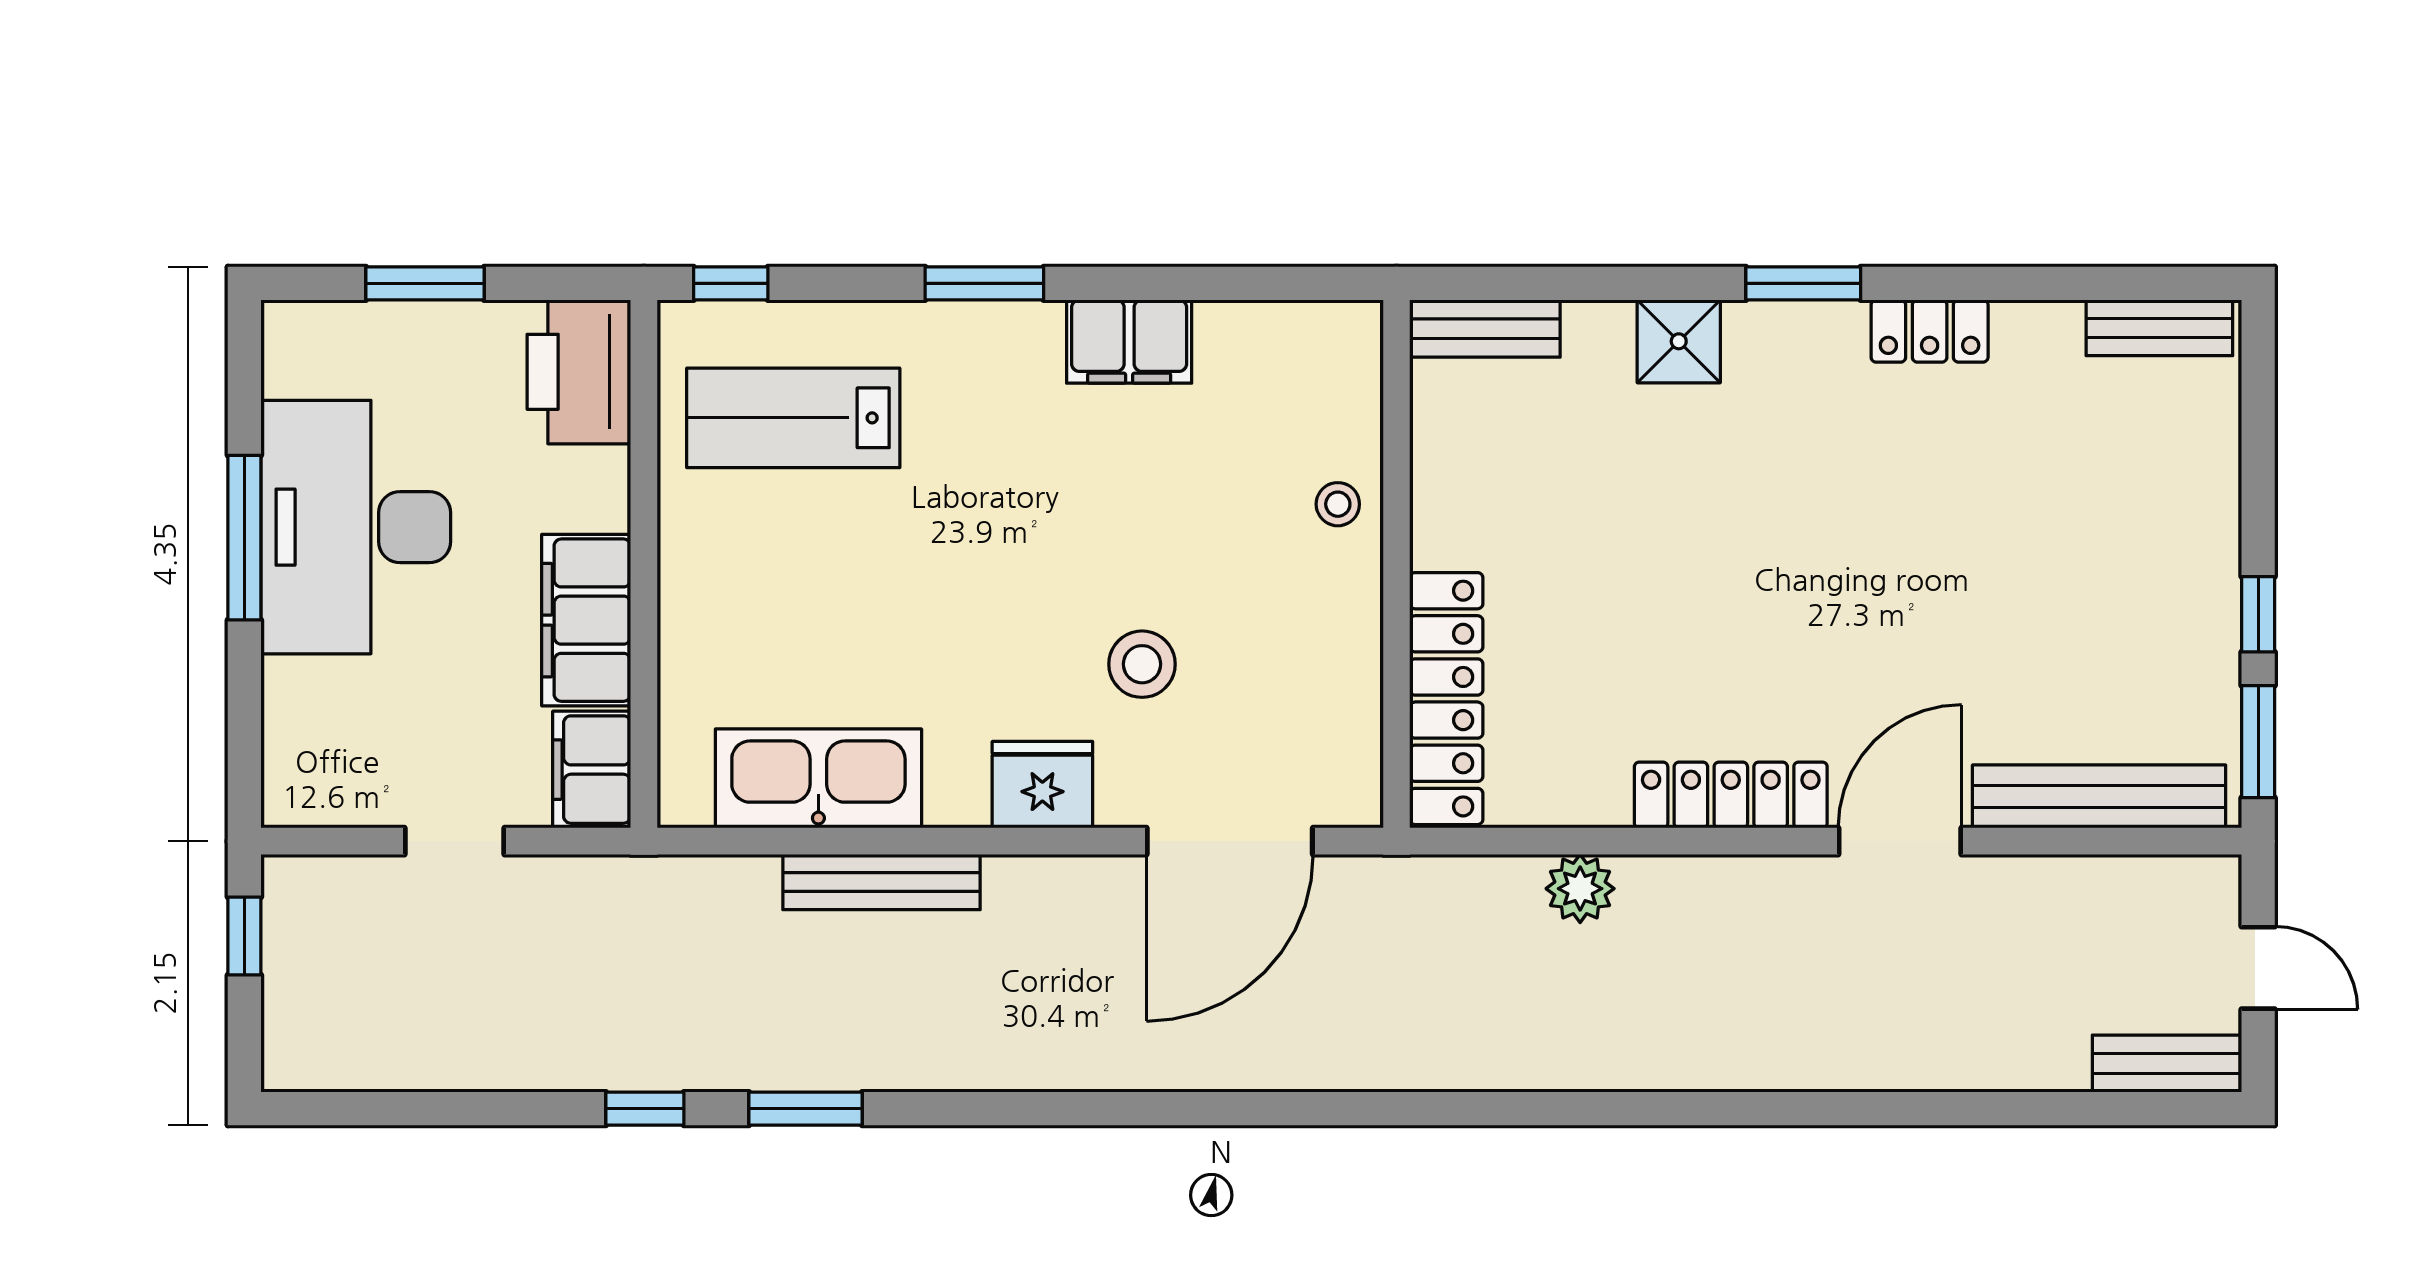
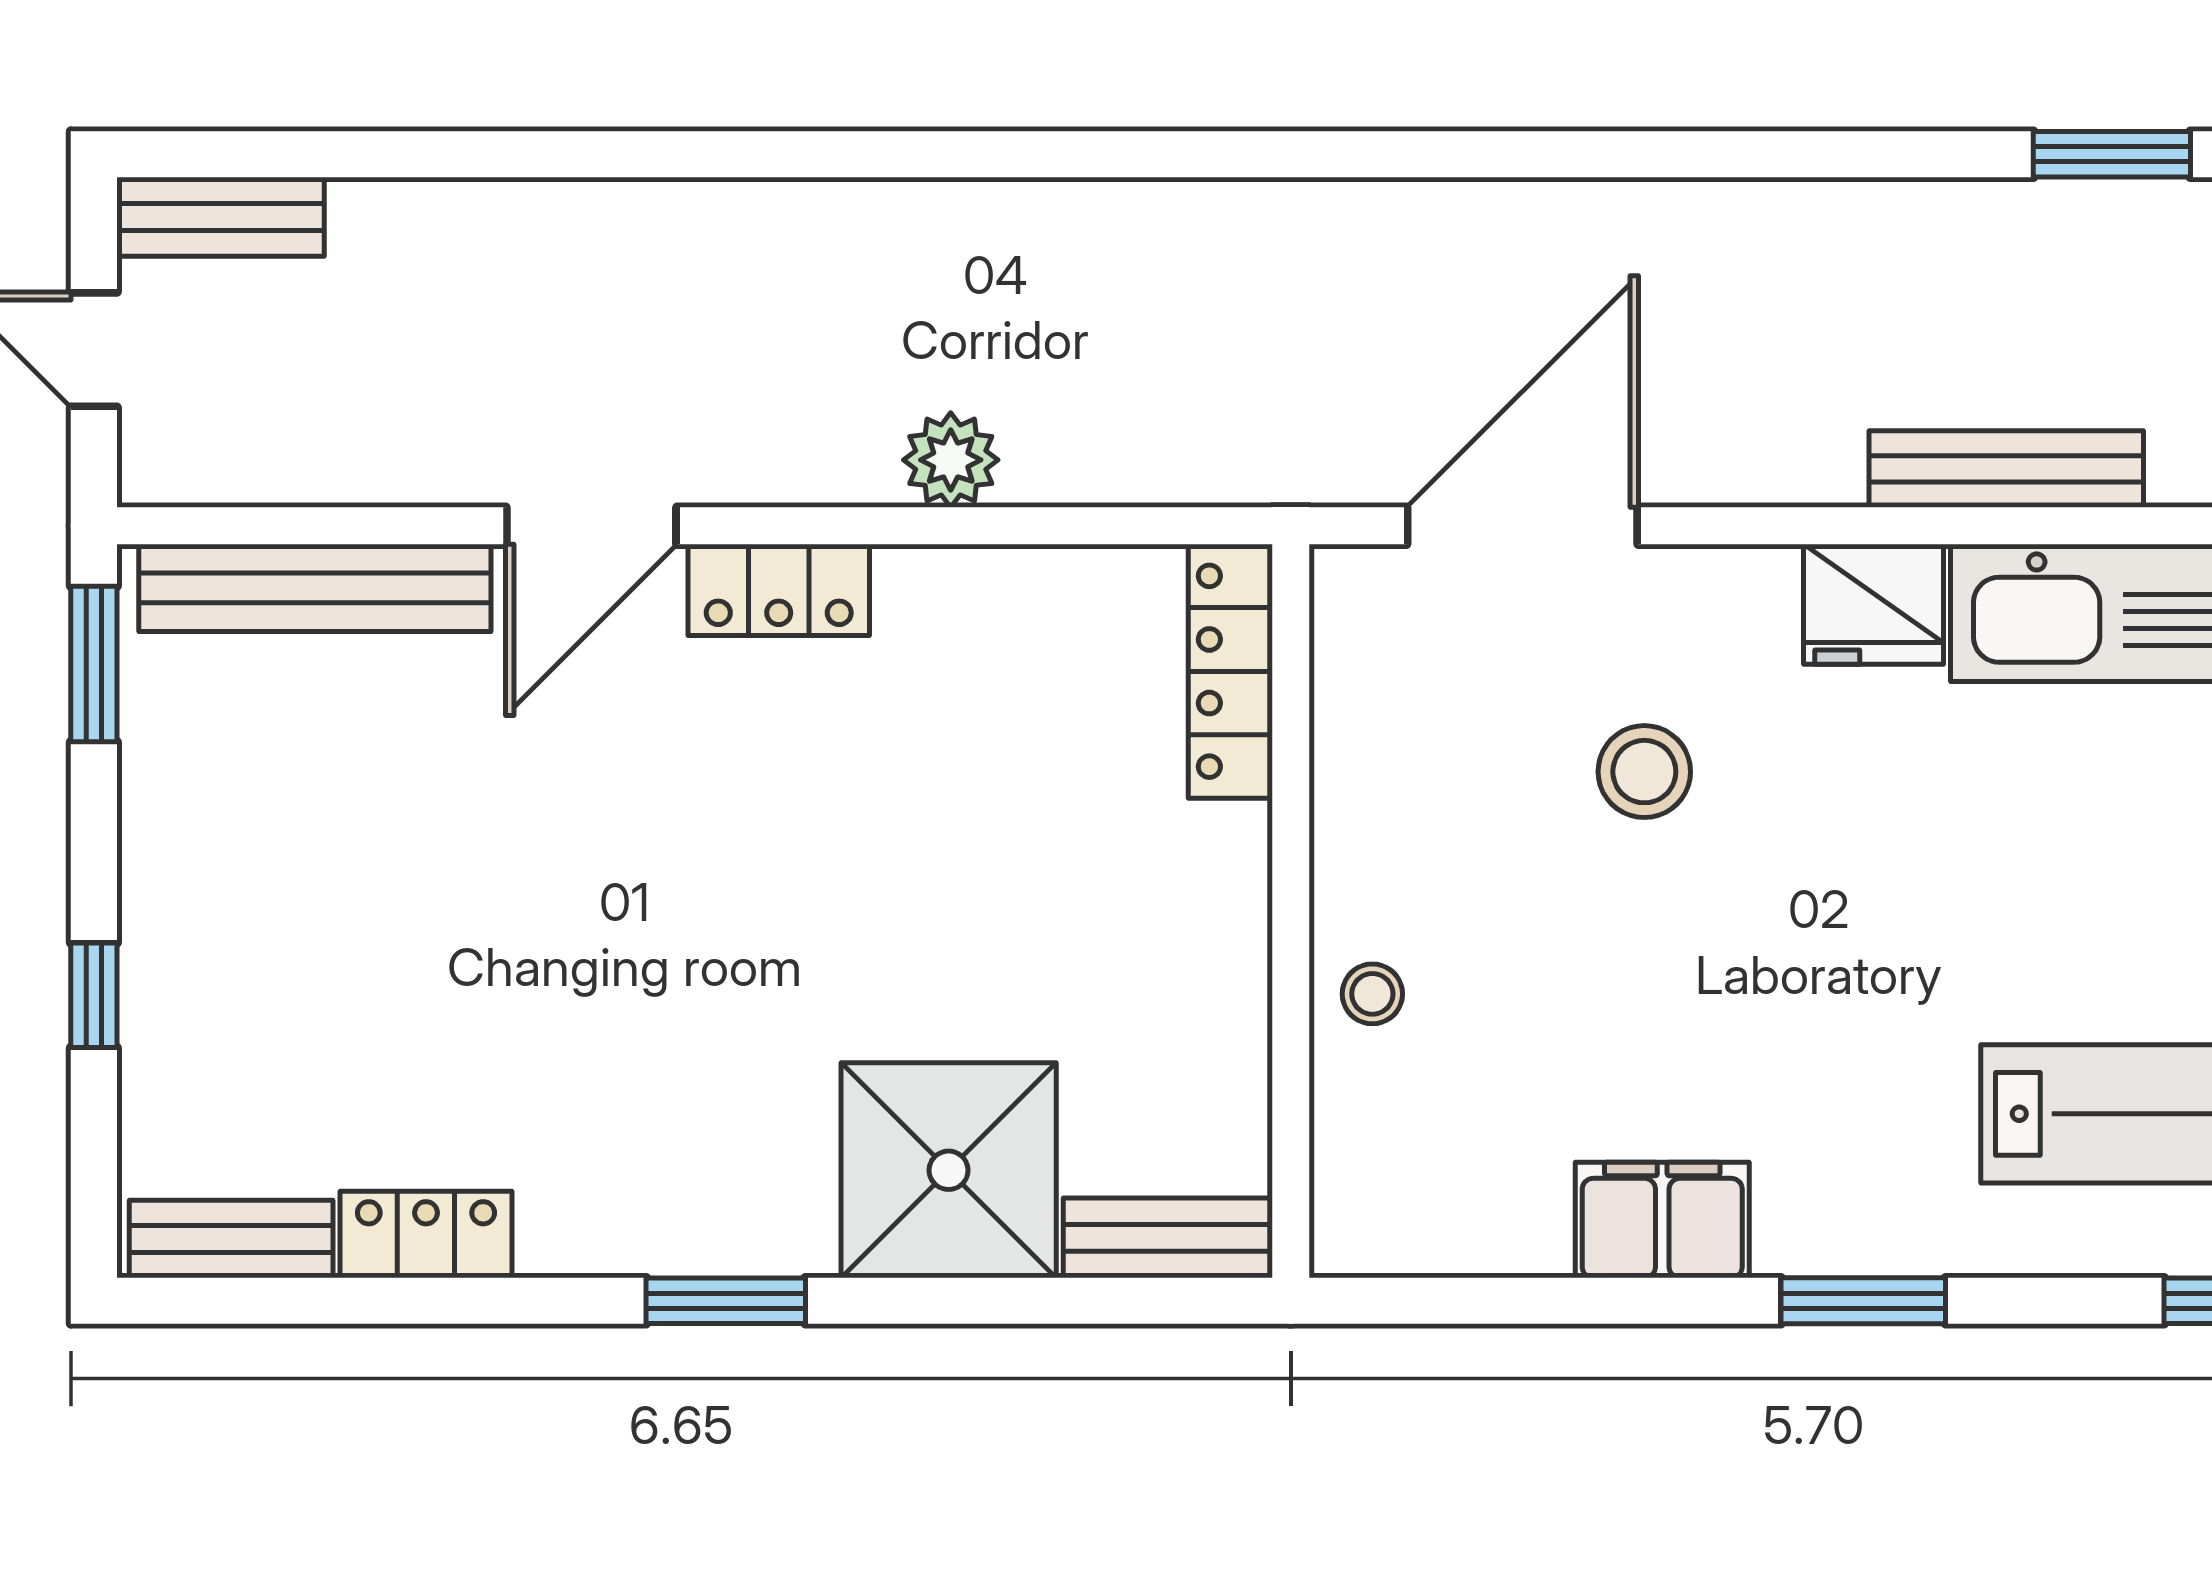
locker: (1930, 331) -> (426, 1234), moved
shower: (1679, 341) -> (949, 1170), width x1.86, depth x1.86
window: (2258, 614) -> (94, 995), moved
locker: (1446, 699) -> (1230, 671), width x0.71, depth x0.83
fridge: (1042, 785) -> (1873, 604), moved
locker: (1731, 795) -> (779, 590), width x0.66
plant: (1580, 889) -> (951, 460), moved

